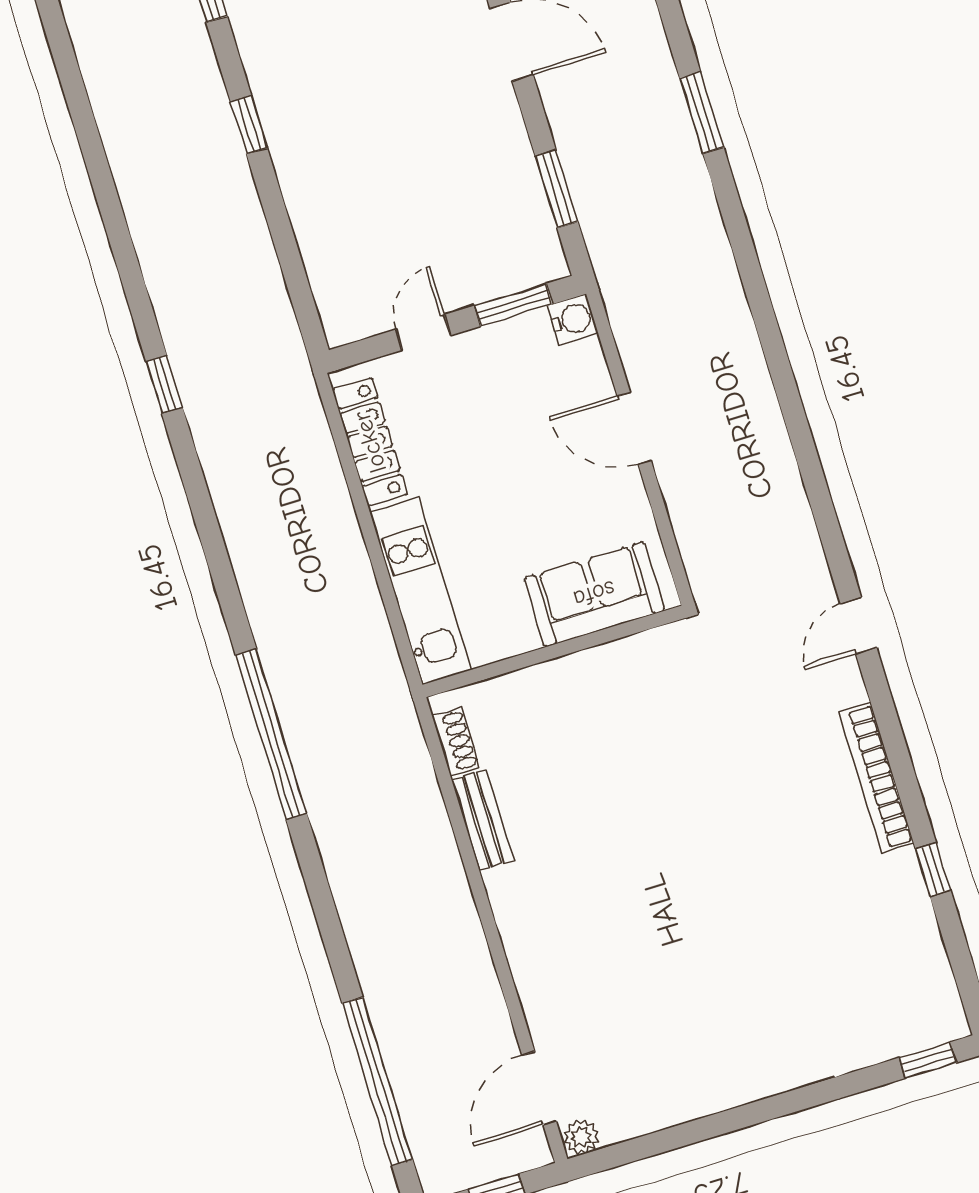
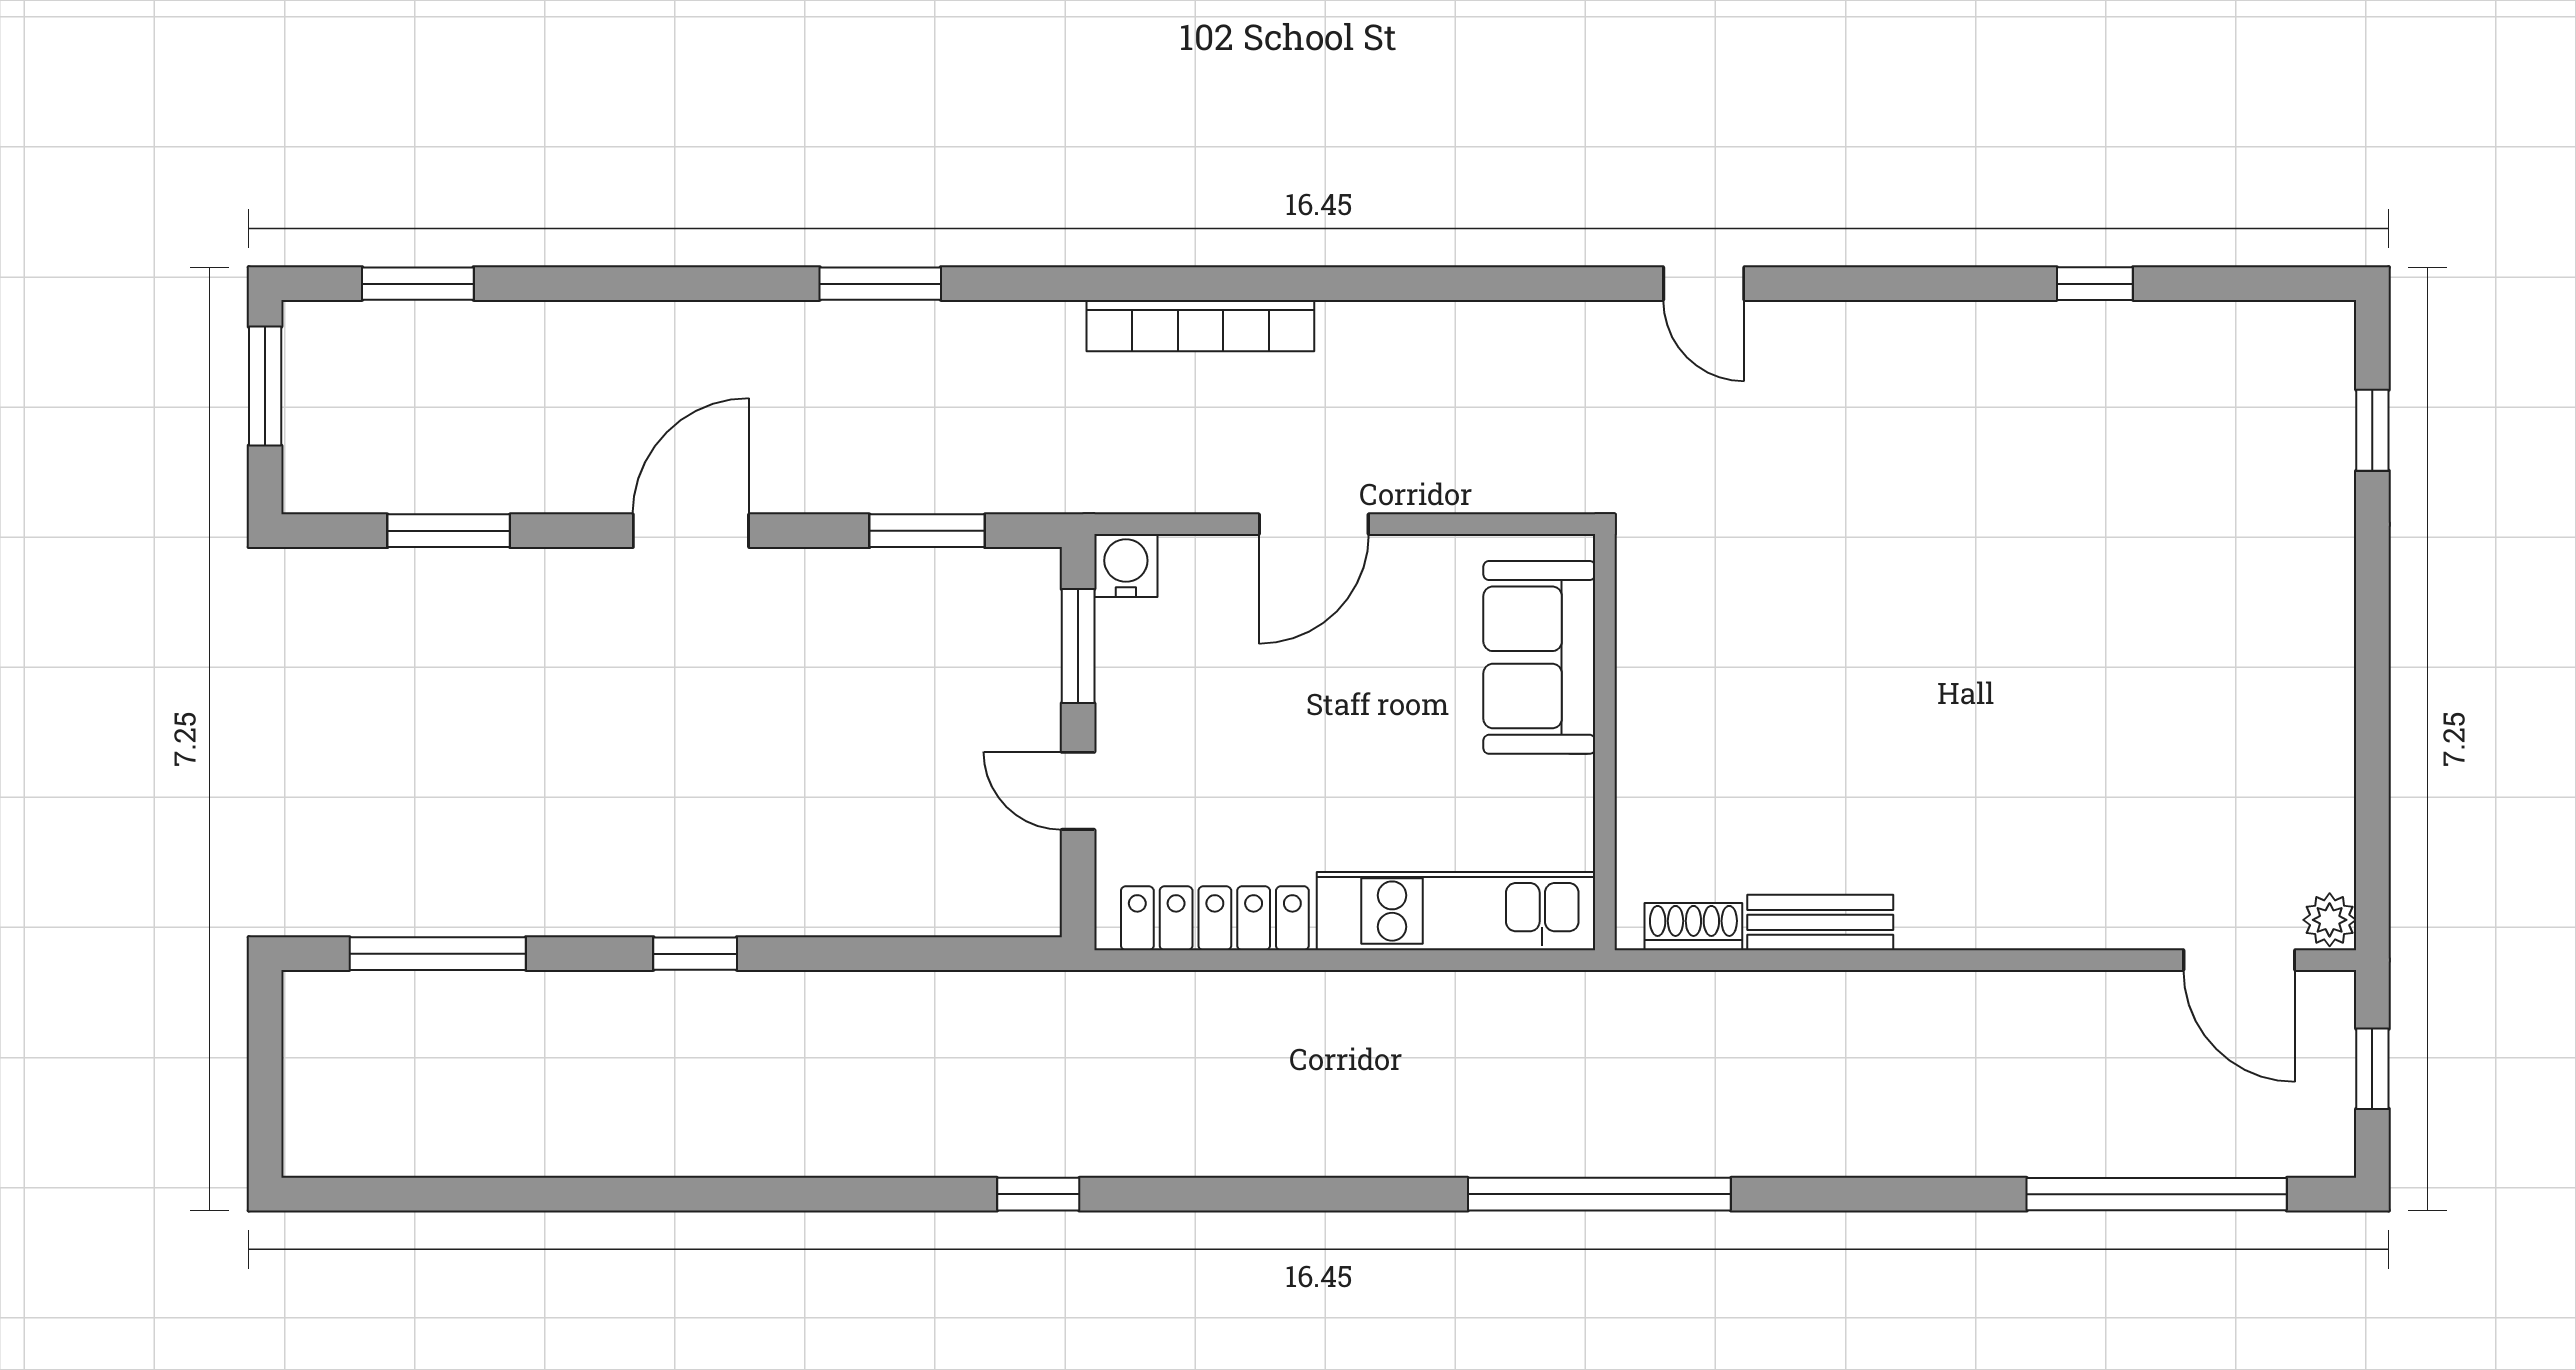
bookcase: (876, 778) -> (1200, 326), moved
window: (928, 1060) -> (2372, 430), moved

